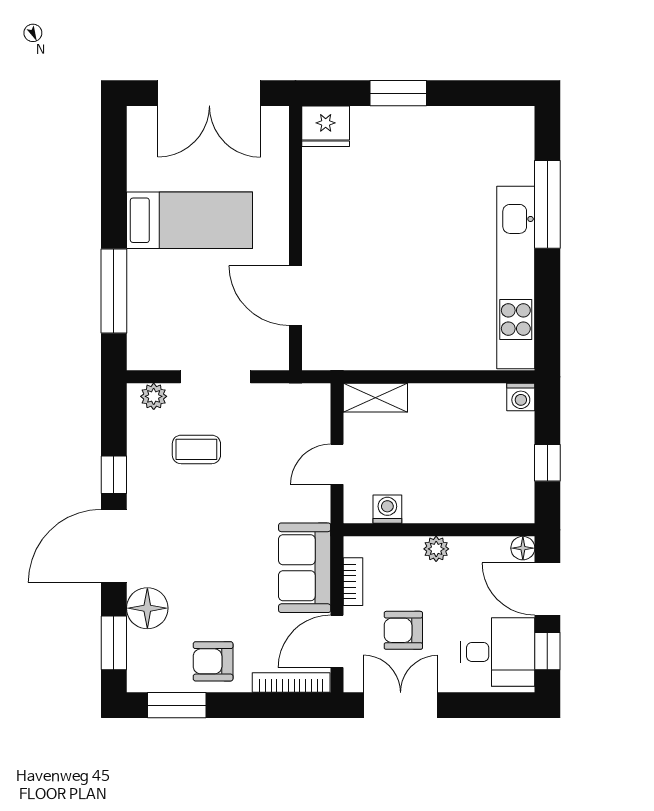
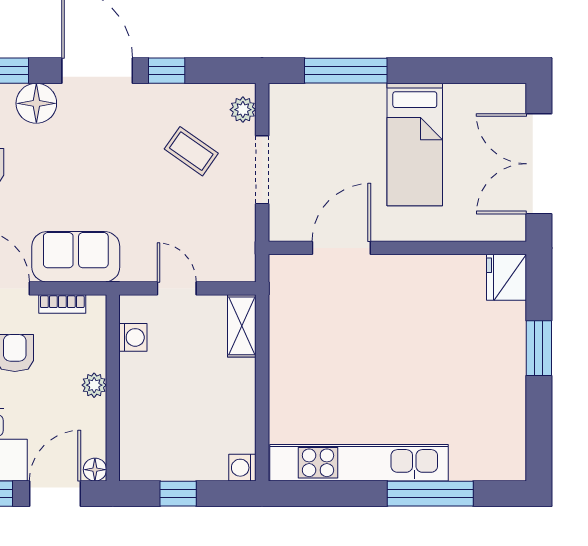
coffee table: (196, 449) -> (191, 151), turned -55

